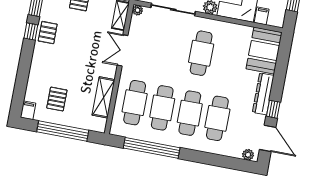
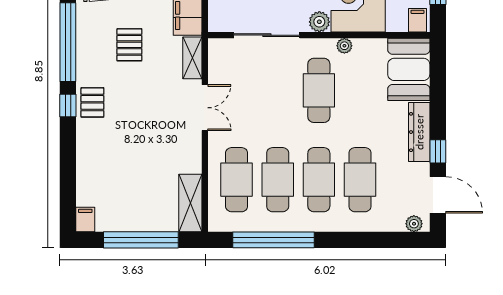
plant: (138, 10) -> (344, 46), moved
filing cabinet: (262, 16) -> (417, 20), moved
double door: (122, 50) -> (205, 108), swing flipped
shelving: (103, 97) -> (190, 203), moved
pallet: (57, 99) -> (124, 196), removed

